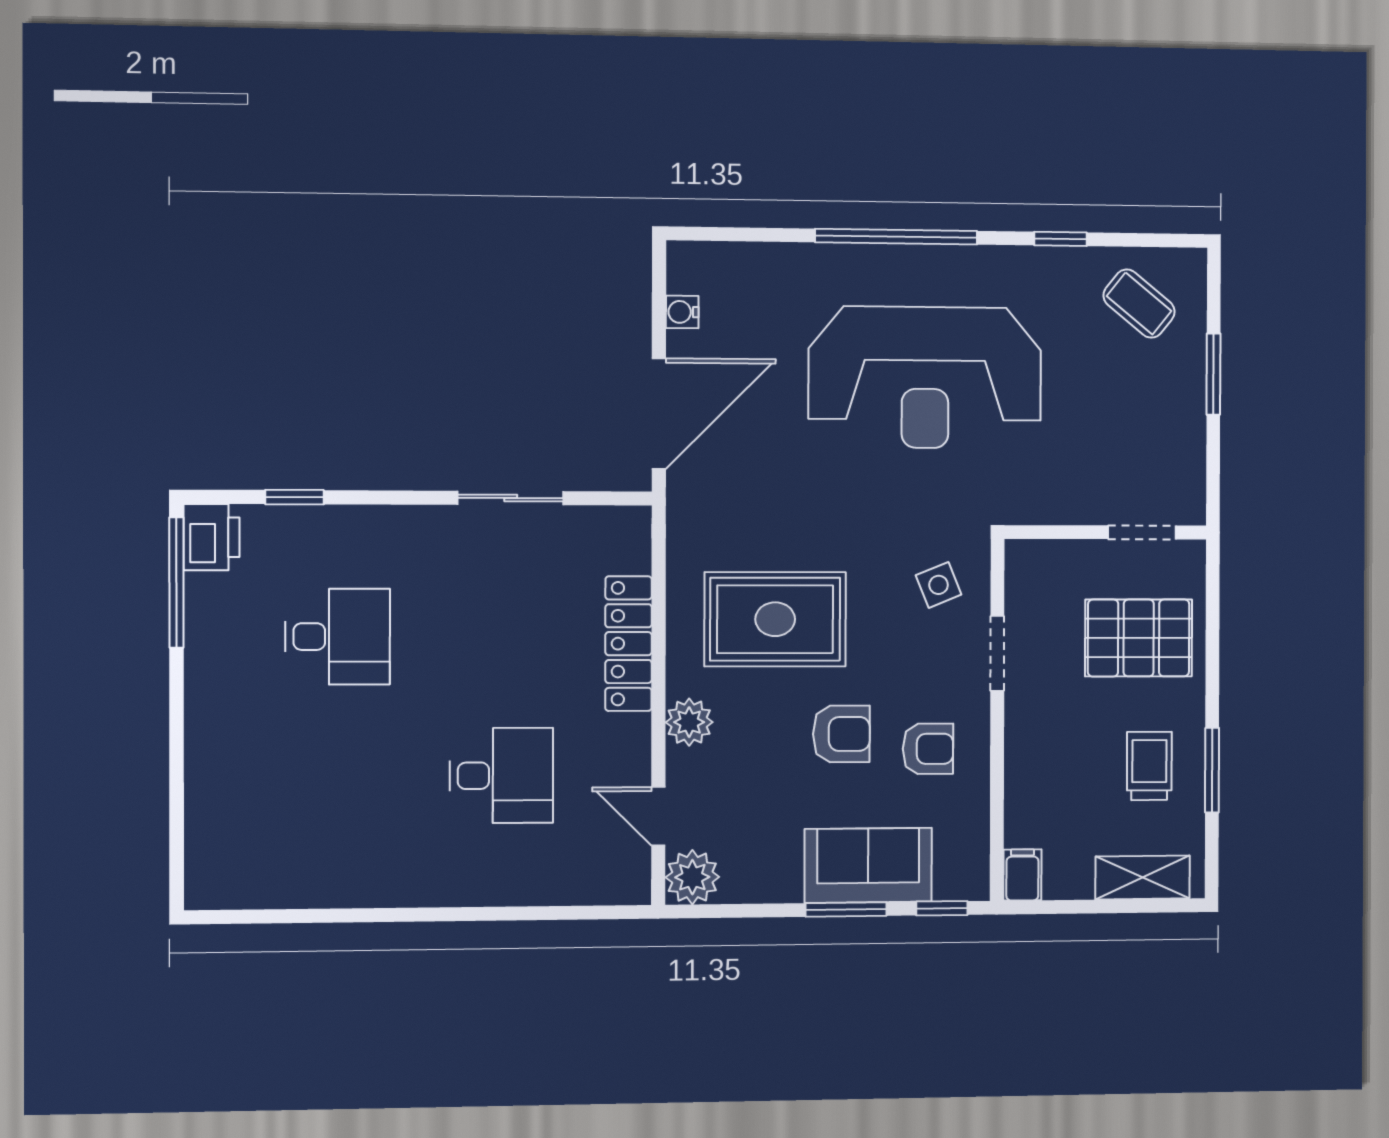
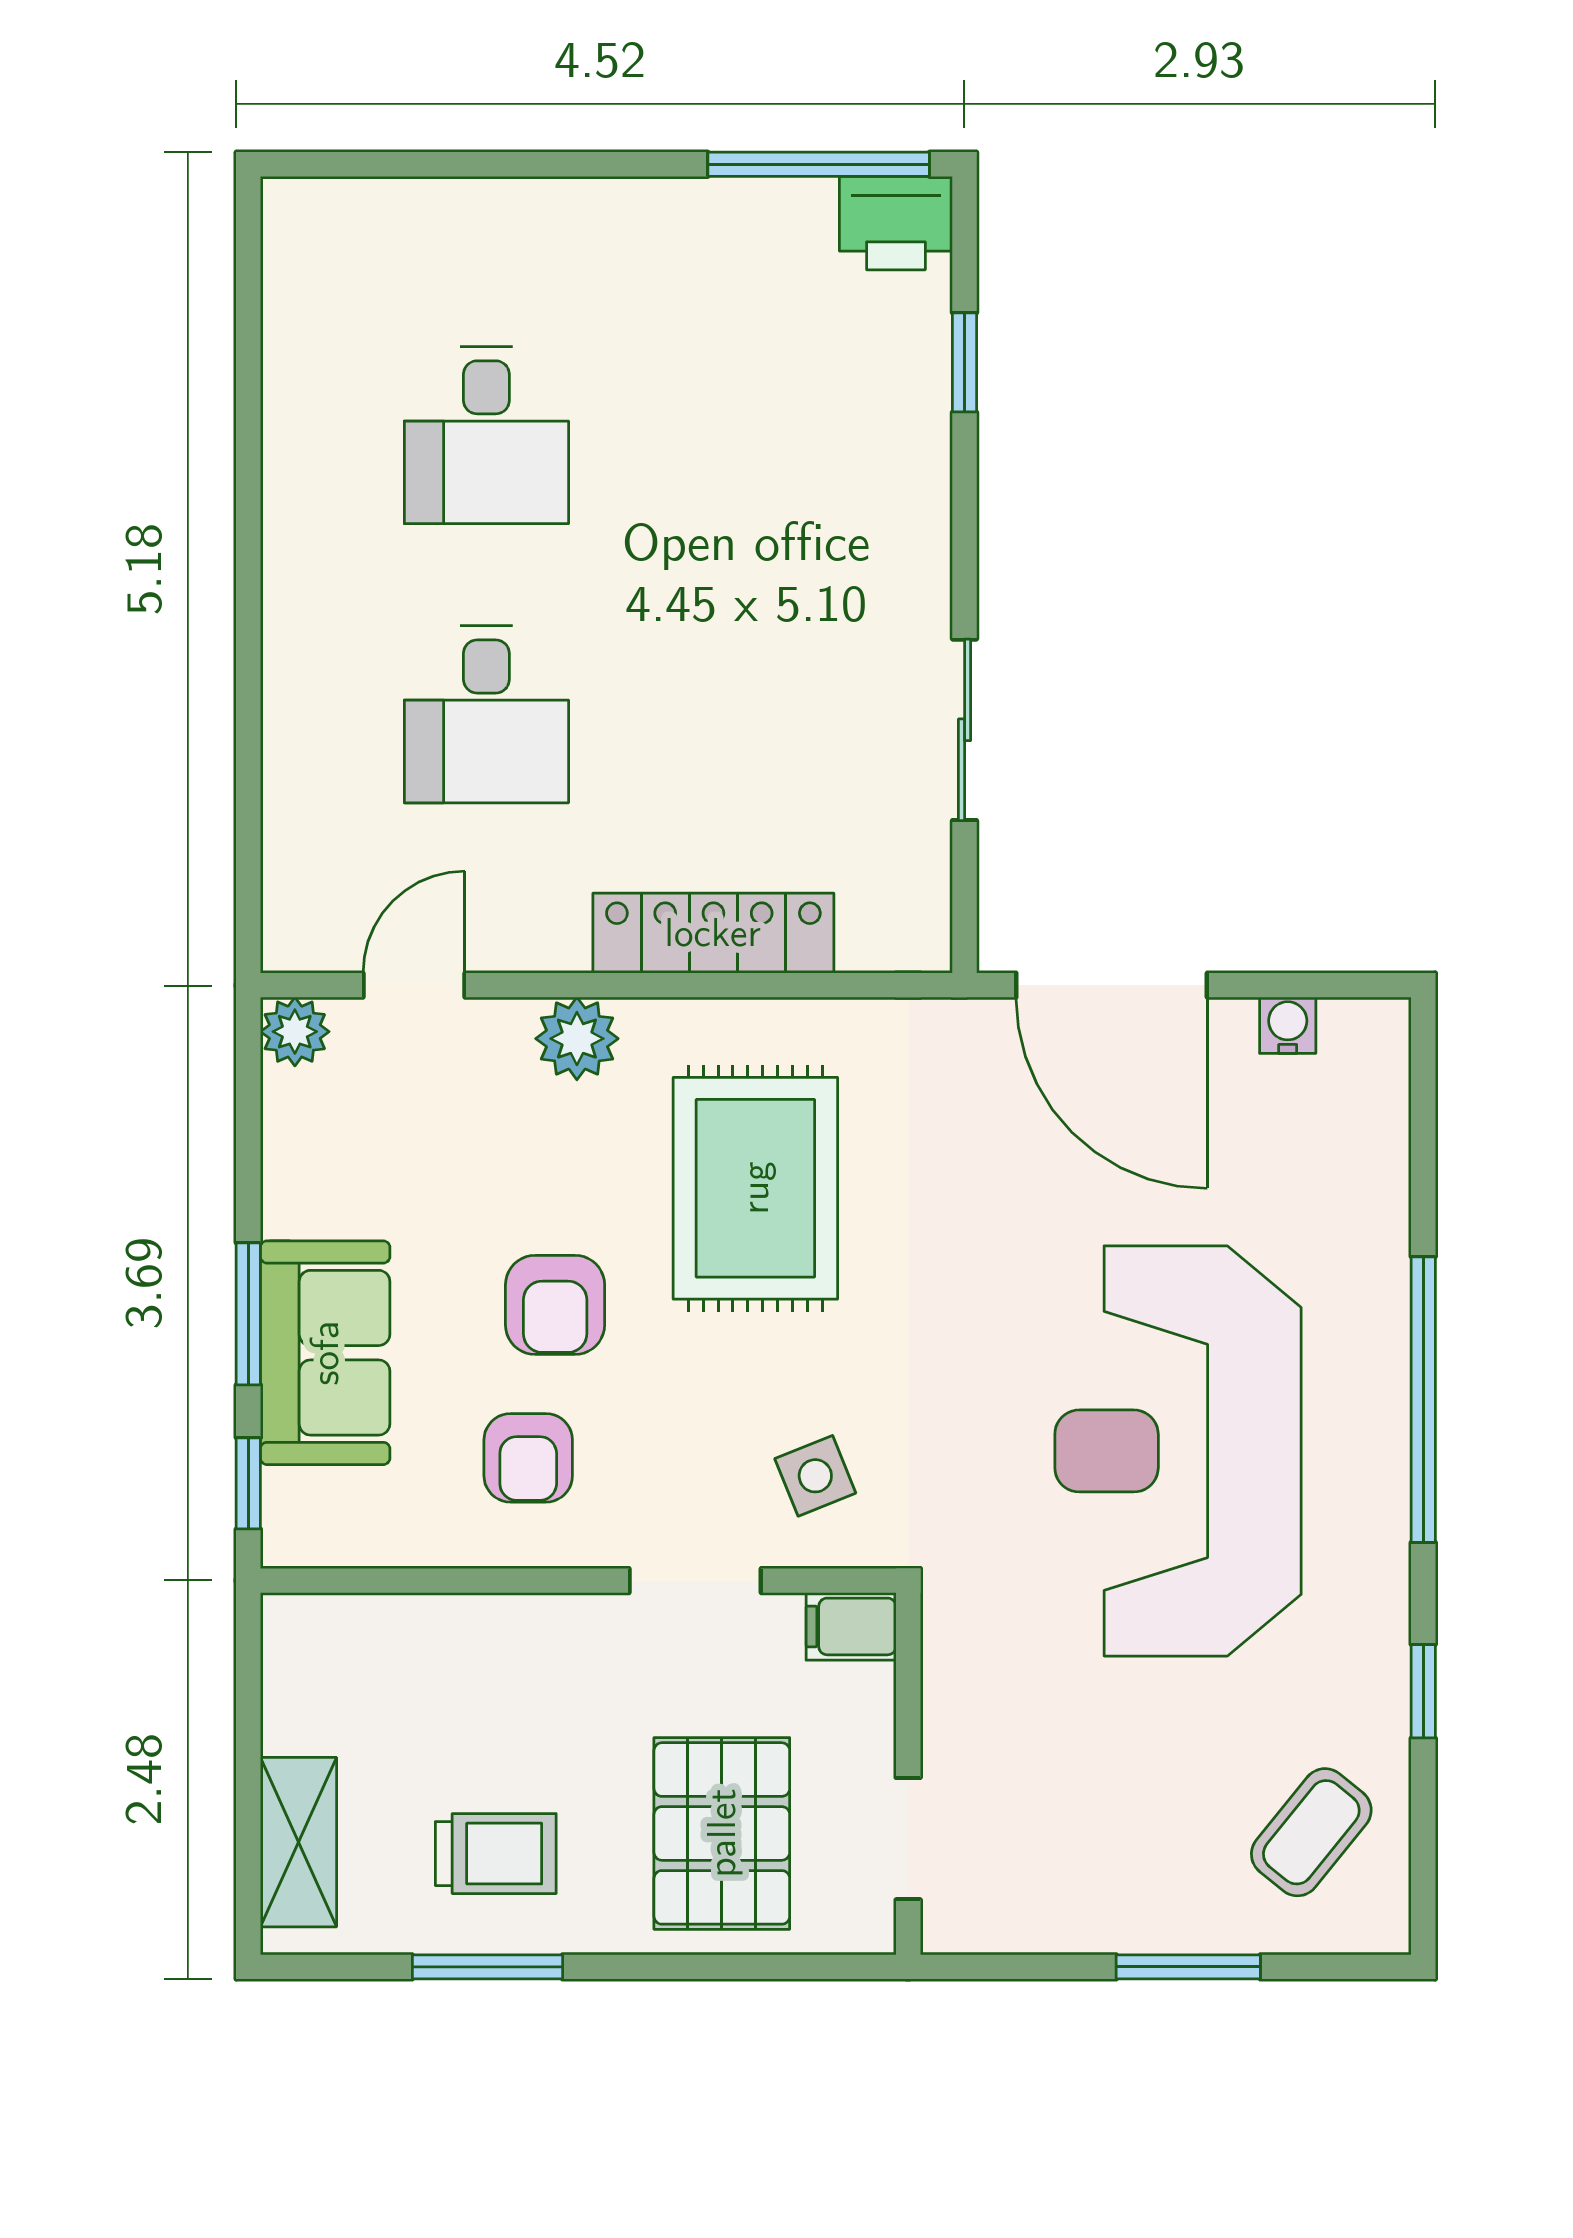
desk: (338, 637) -> (486, 435), moved
filing cabinet: (1022, 875) -> (851, 1626), moved, turned 180
plant: (692, 877) -> (295, 1032), width x0.73, depth x0.73

